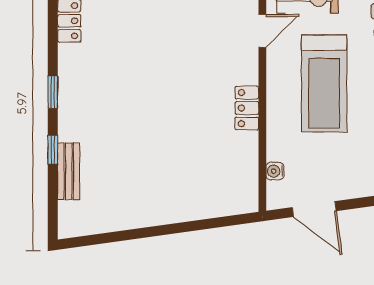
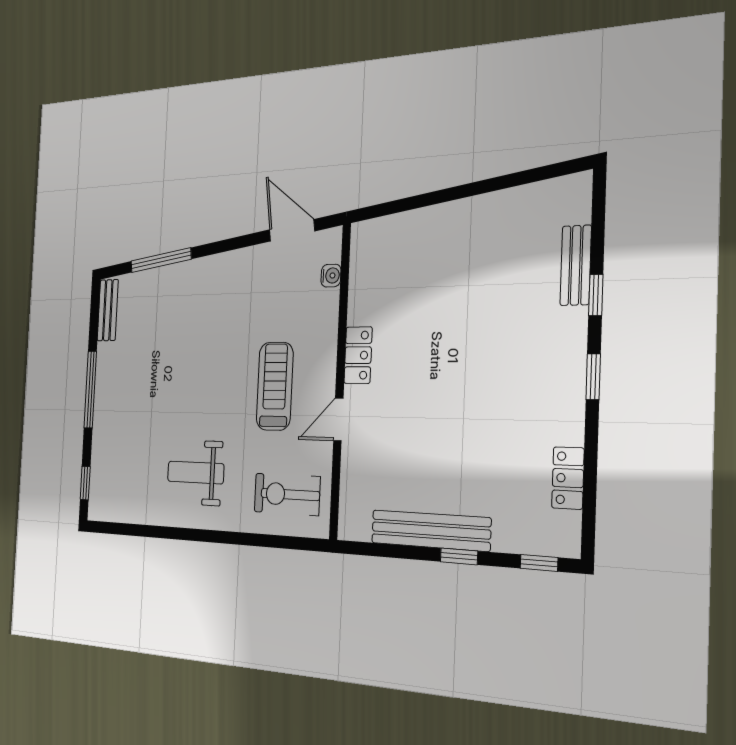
door: (262, 31) -> (338, 419), moved
treadmill: (324, 83) -> (275, 386), width x0.73, depth x0.73

